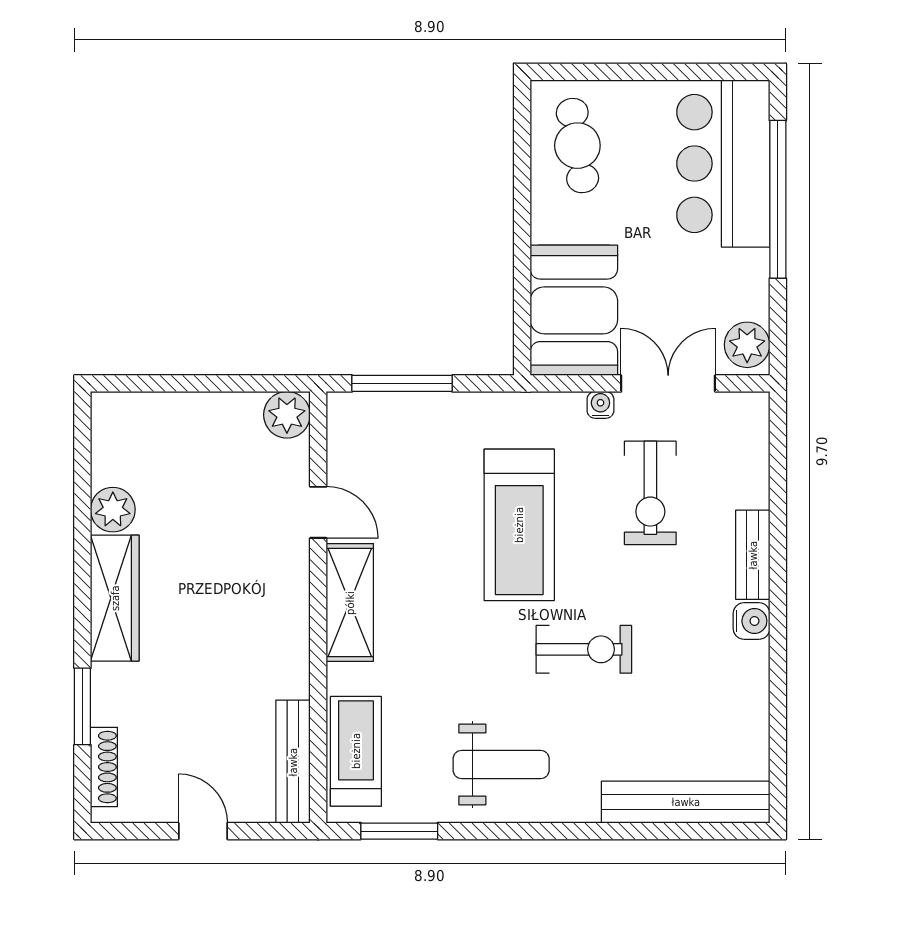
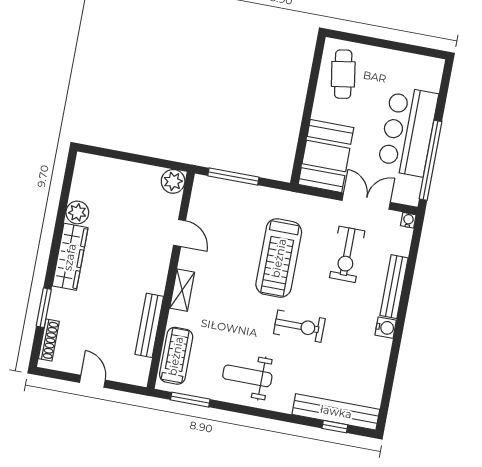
bar counter: (723, 164) -> (408, 131), moved
window: (778, 199) -> (431, 160), moved
plant: (747, 345) -> (409, 189), removed
water cooler: (600, 405) -> (408, 220), moved
bench: (753, 555) -> (394, 287), width x1.36
shelving: (350, 603) -> (182, 290), width x0.67, depth x0.75
bench: (293, 762) -> (149, 325), moved
weight bench: (501, 764) -> (247, 376), turned 180
window: (689, 831) -> (335, 427), added

